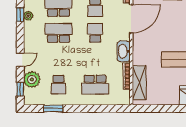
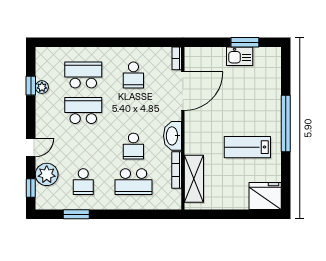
school desk: (95, 33) -> (133, 146), moved, turned 180

